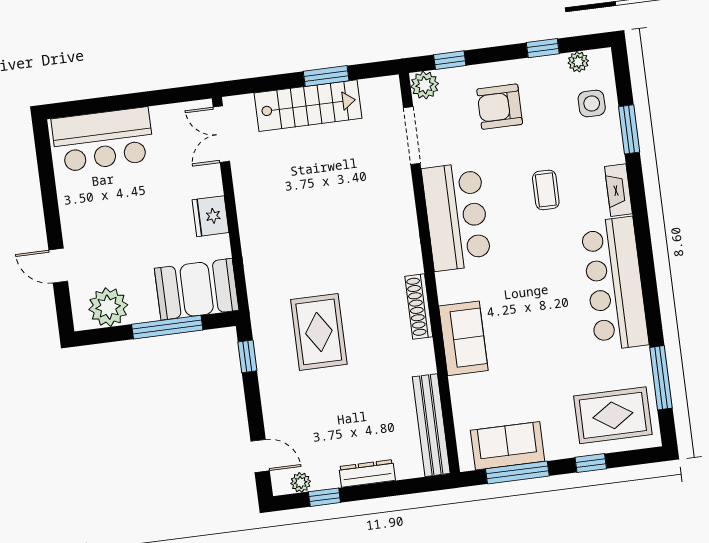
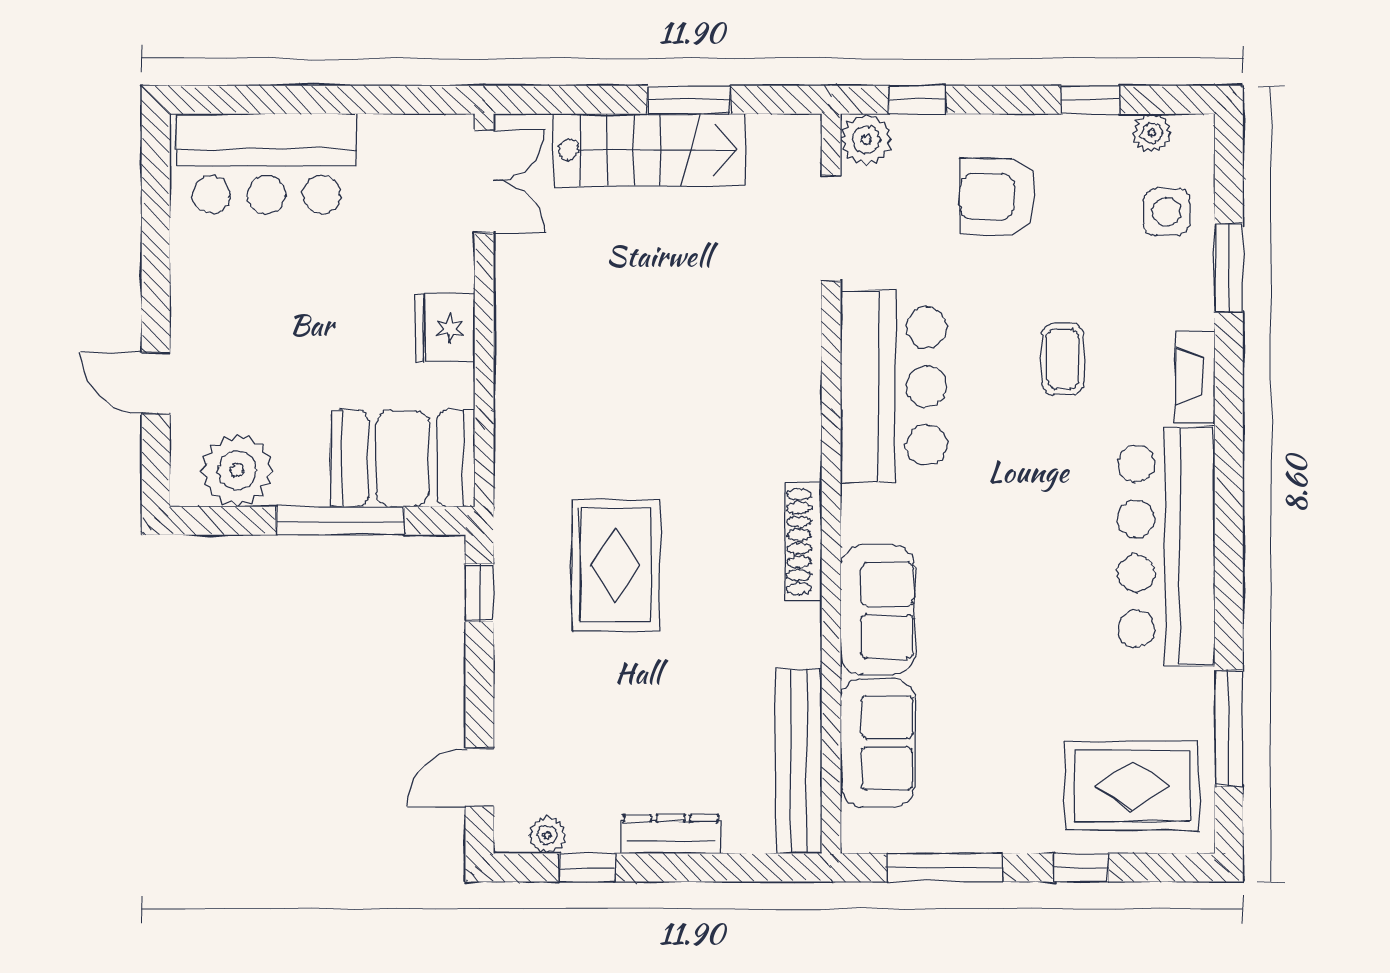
double door: (221, 134) -> (484, 181), swing flipped
sofa: (508, 446) -> (877, 743), moved, turned 90
door: (260, 456) -> (479, 777), swing flipped

